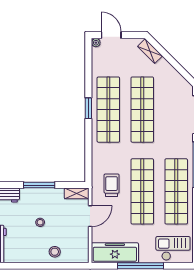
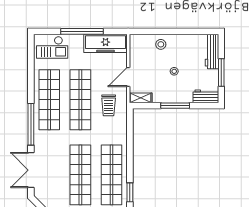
window: (88, 108) -> (130, 192), moved

